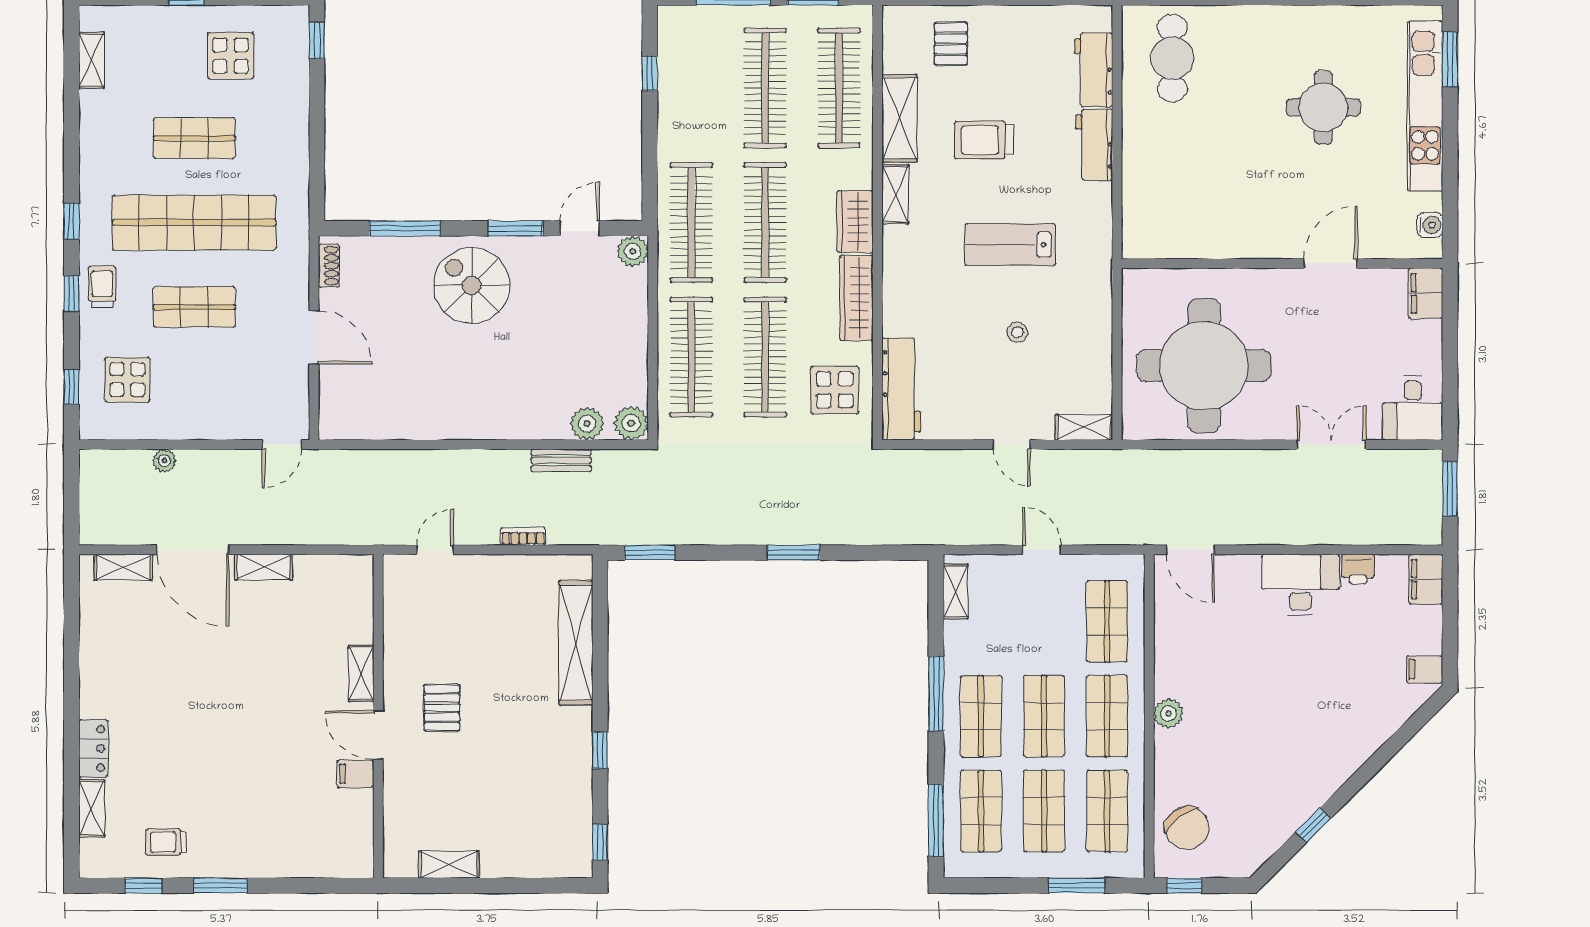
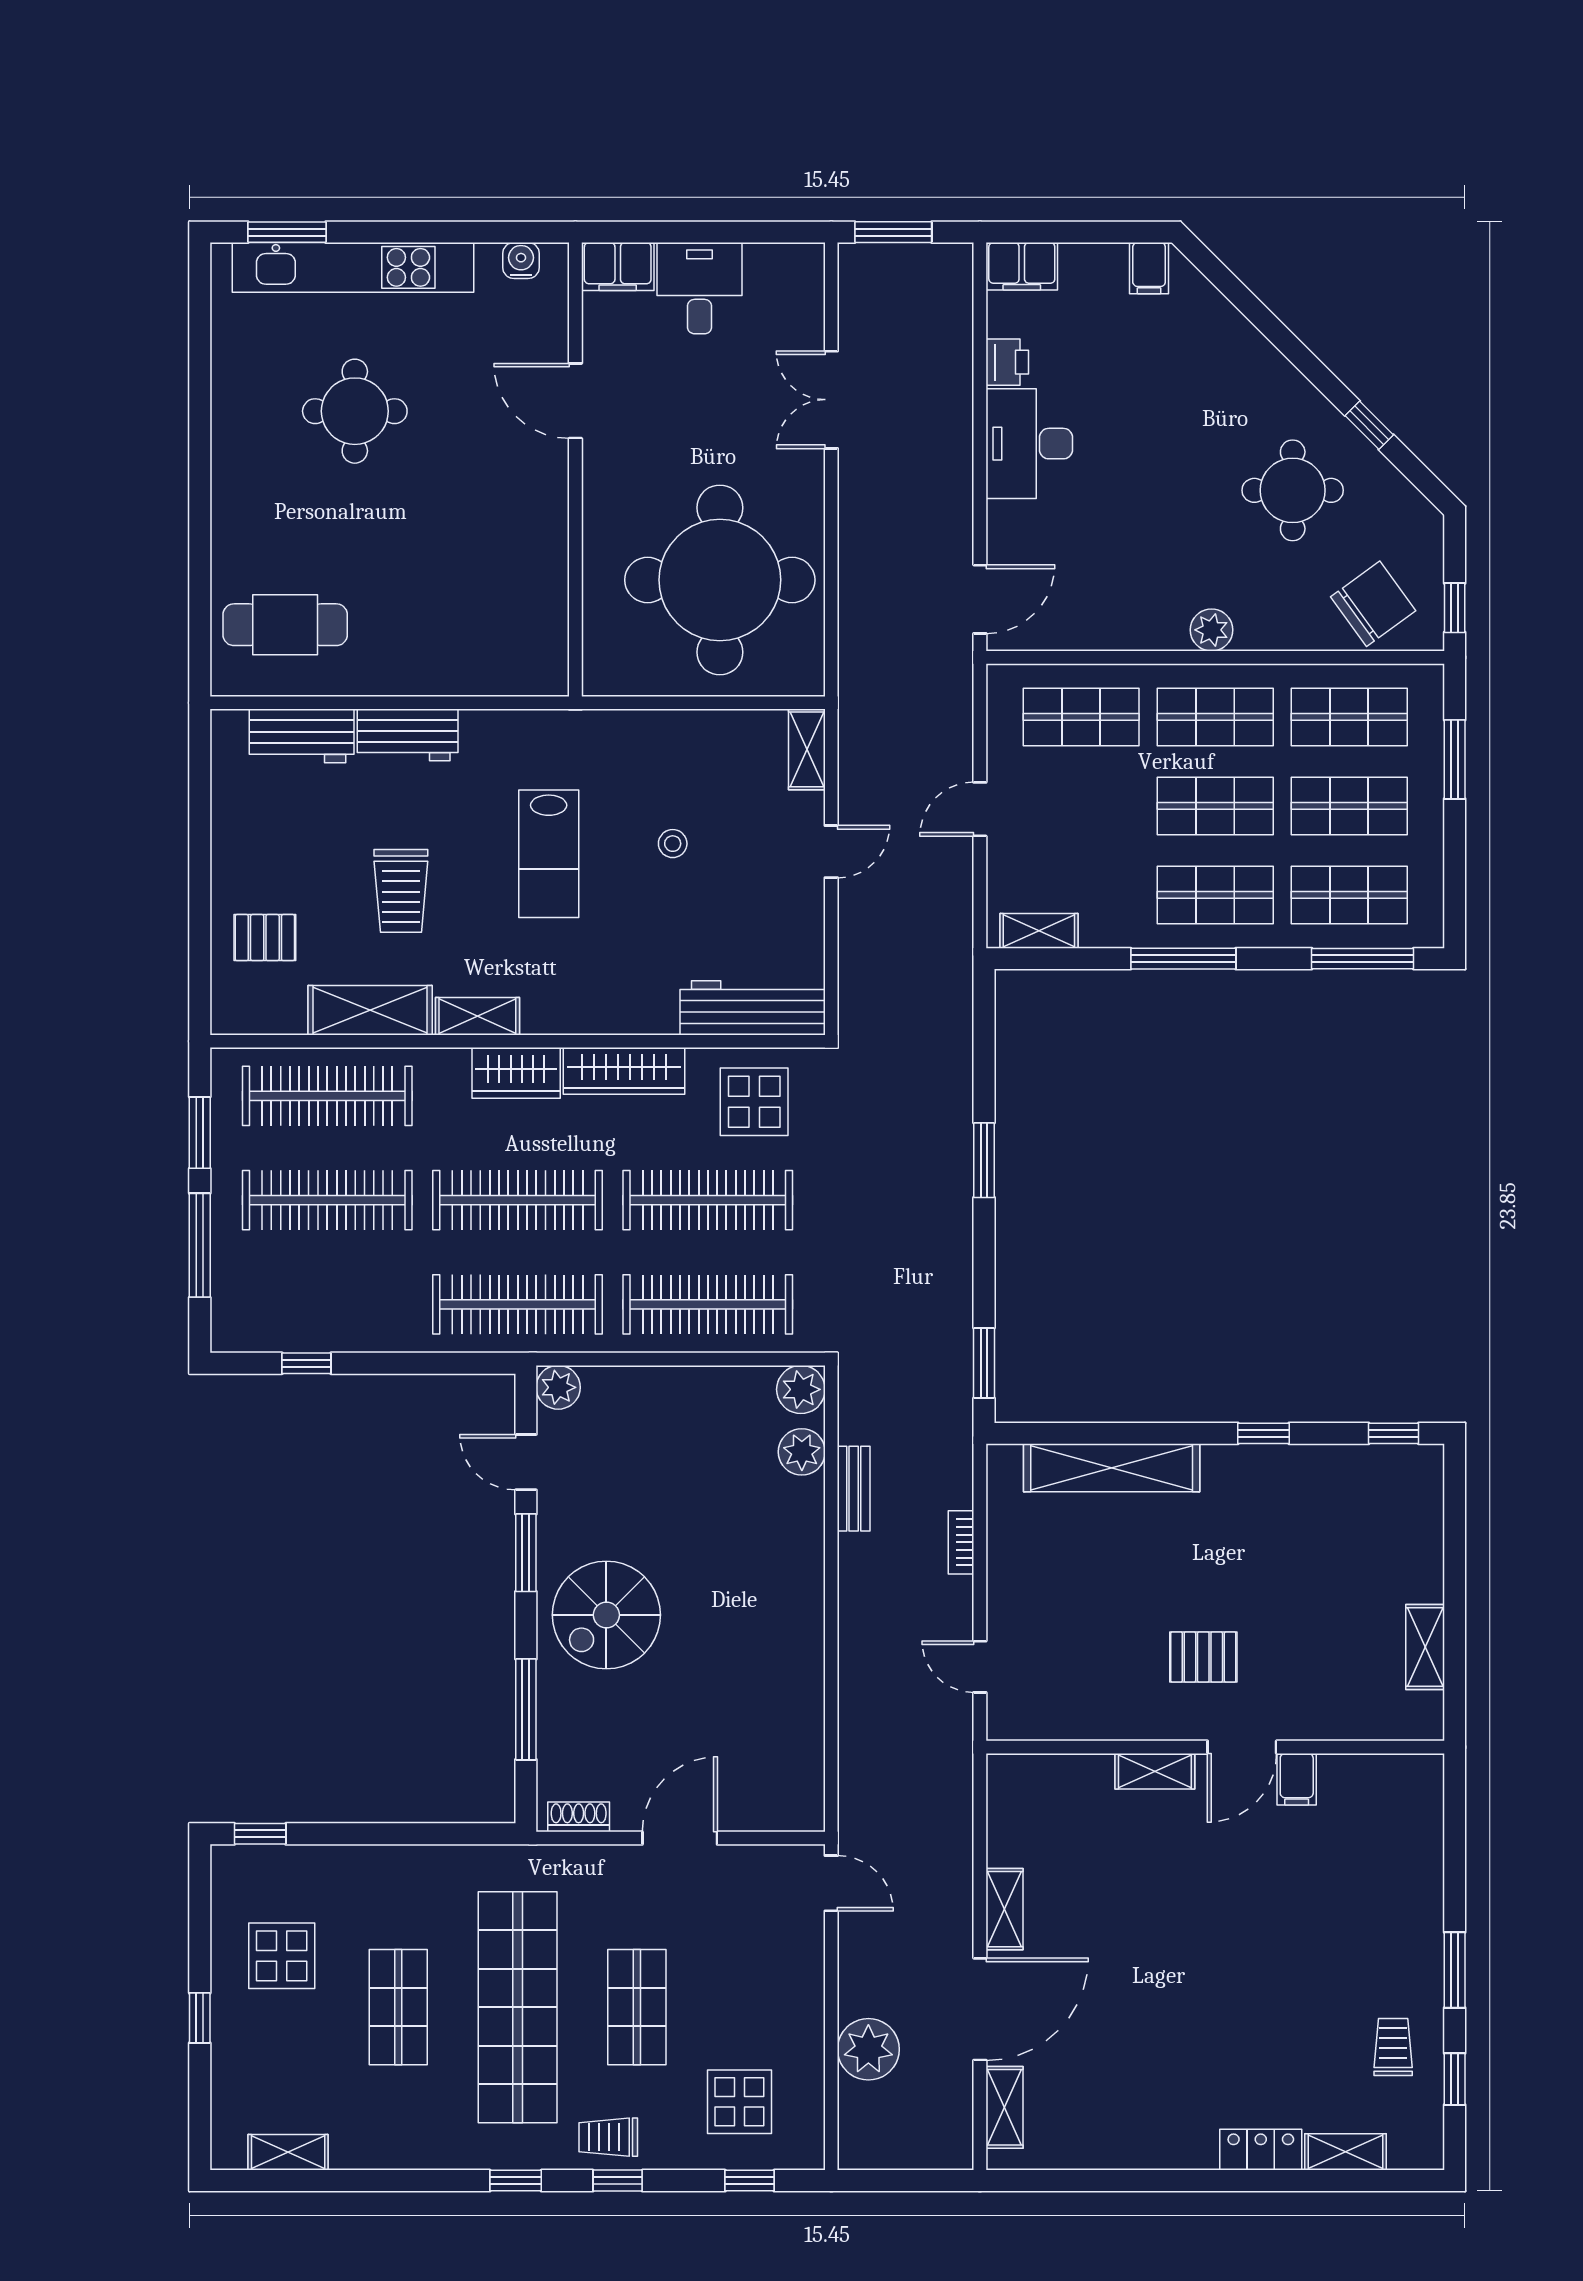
desk: (1413, 408) -> (700, 288), moved, turned -90
plant: (164, 461) -> (868, 2049), width x1.88, depth x1.88
round table: (1267, 771) -> (1293, 490), added
trolley: (166, 842) -> (1393, 2047), turned 180

